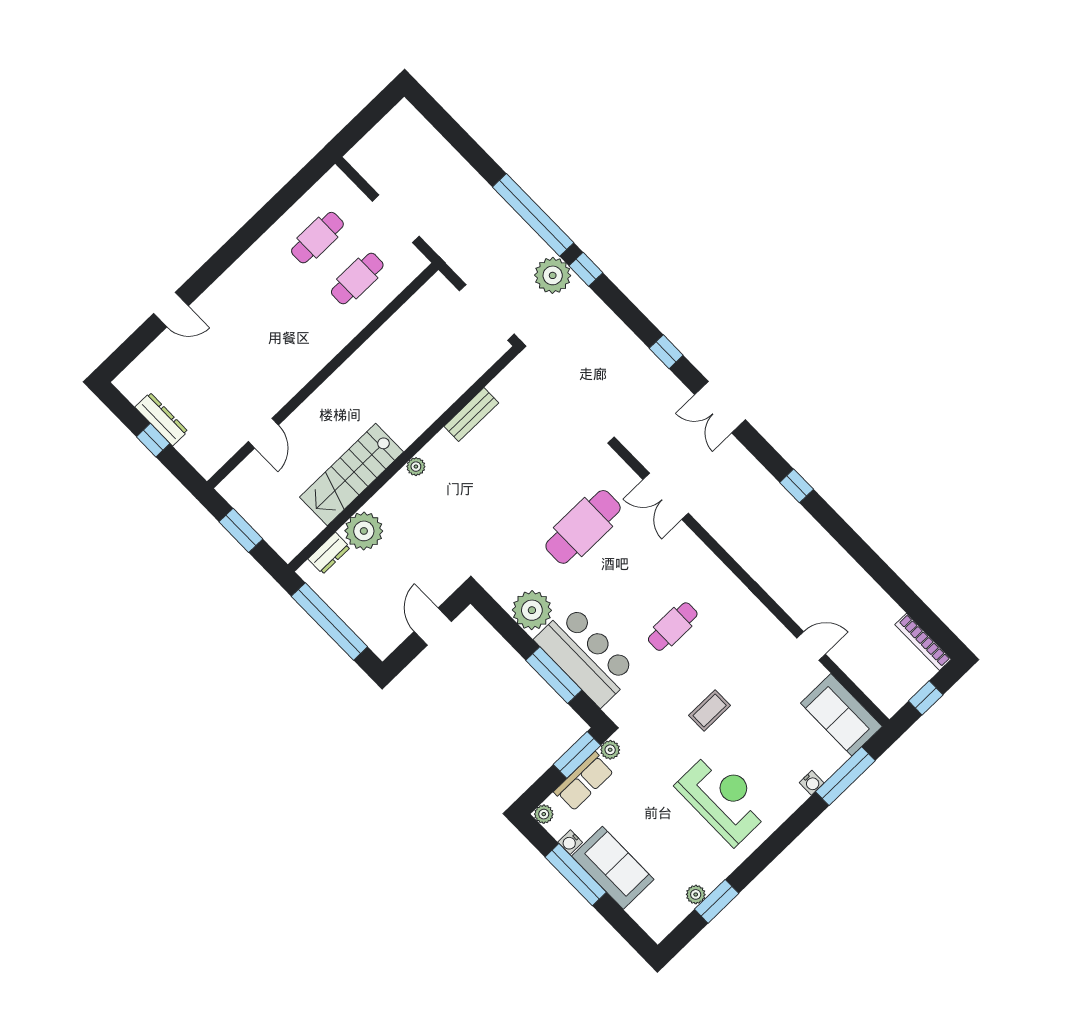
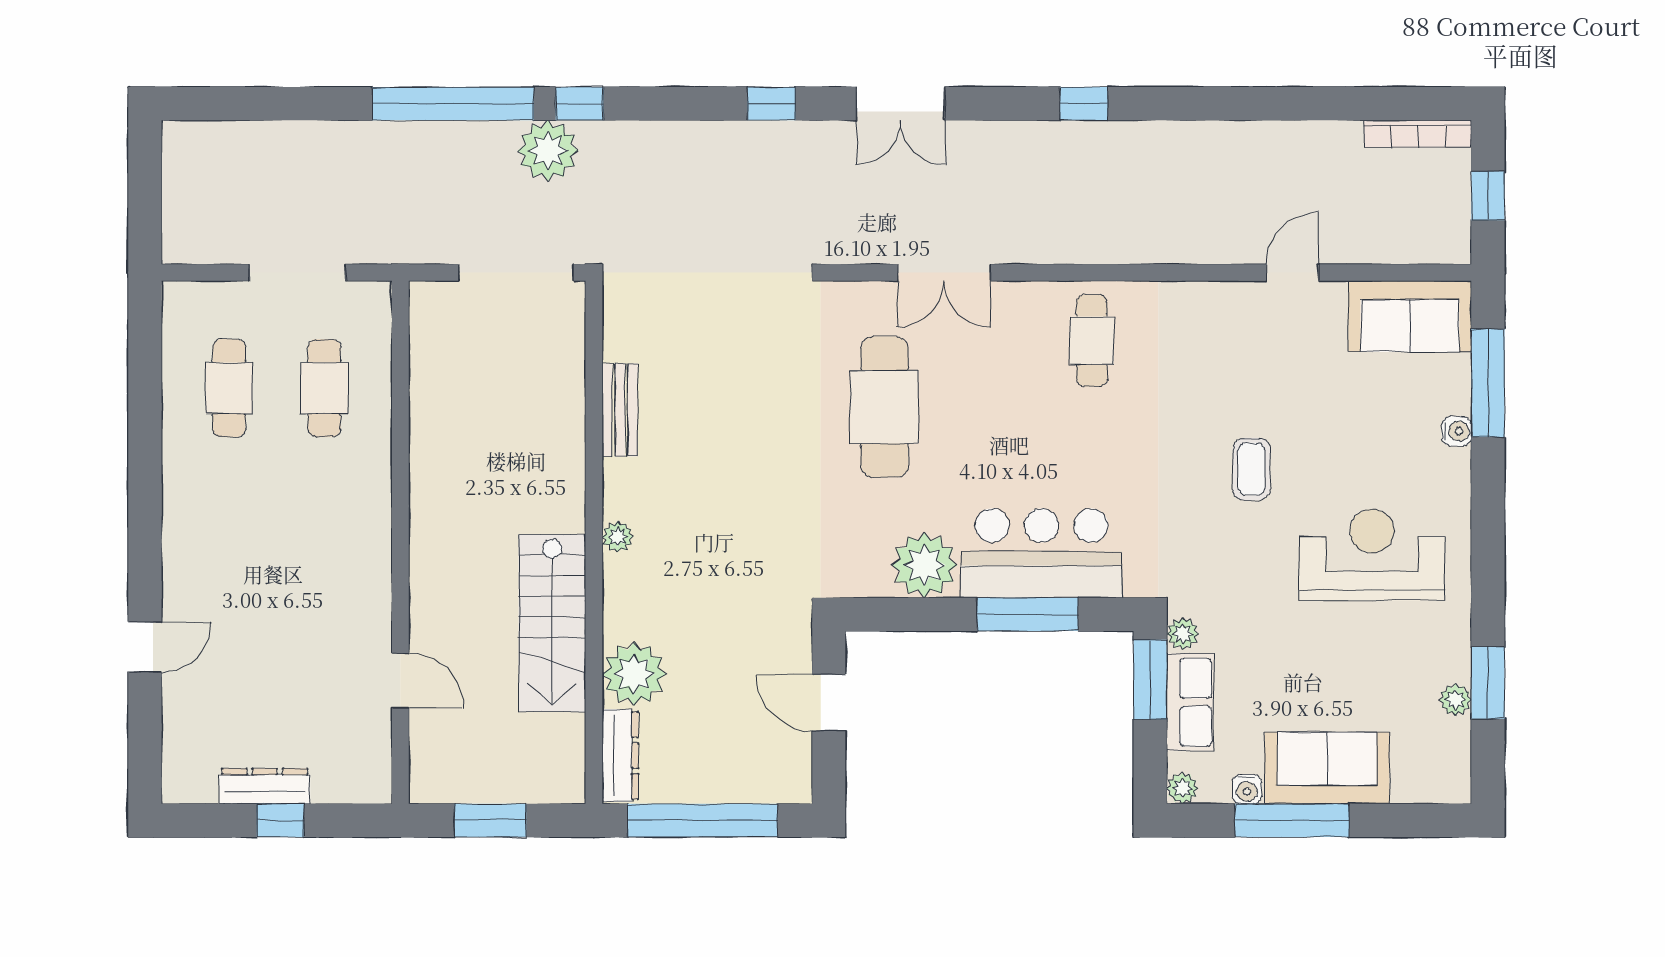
dresser: (329, 553) -> (620, 756), width x1.44
cafe table: (673, 627) -> (1092, 341), moved

